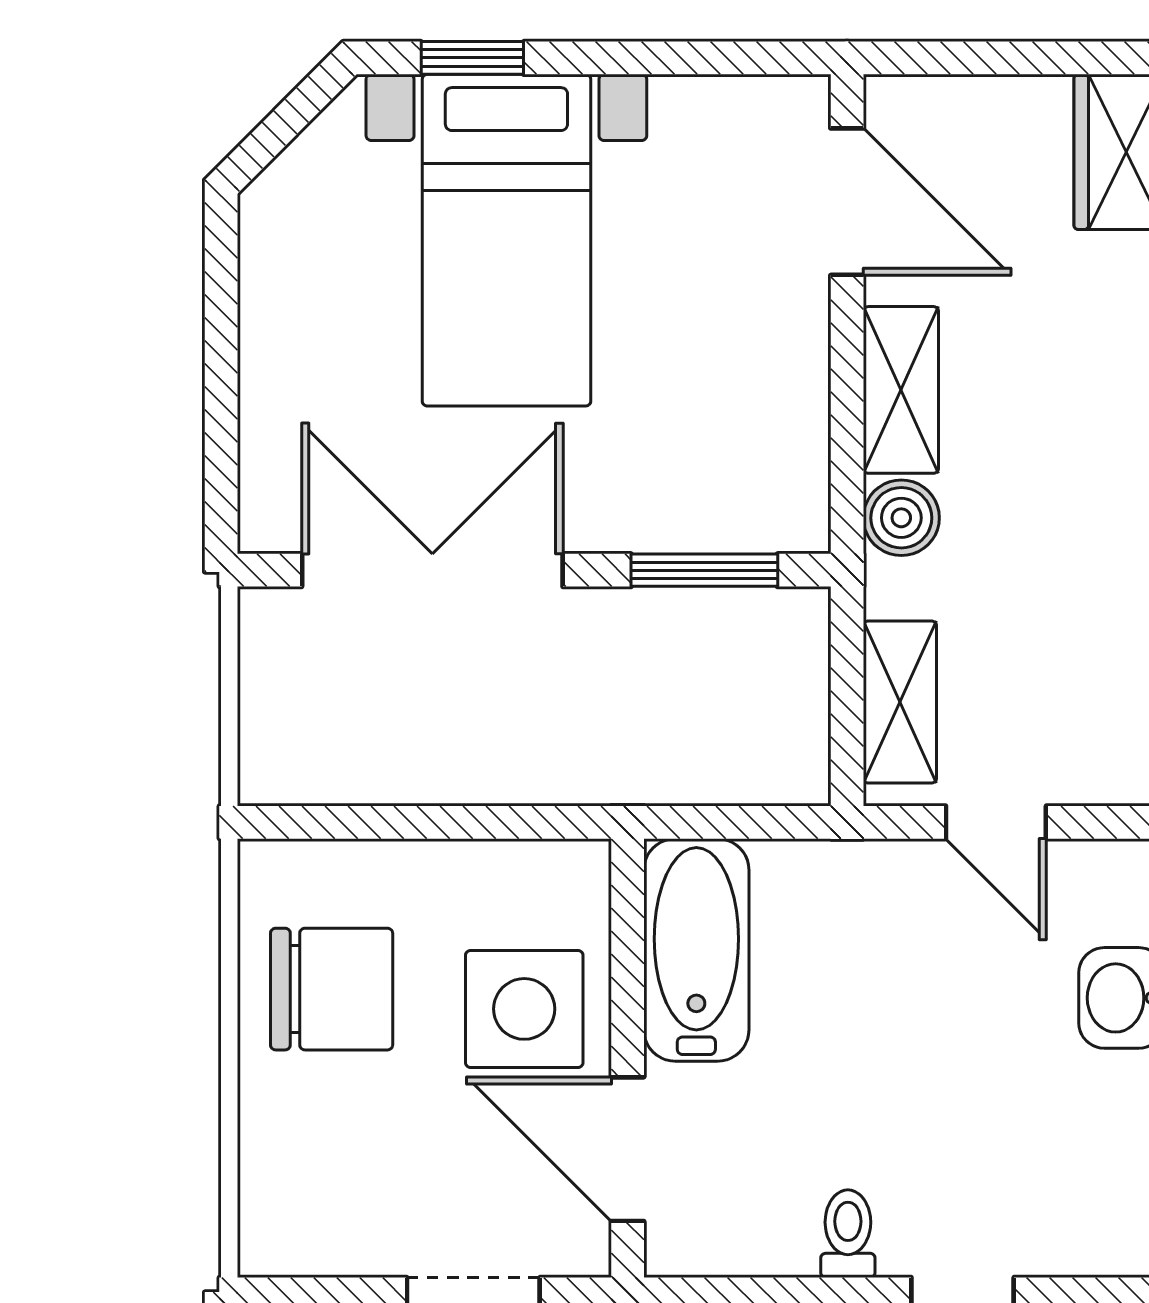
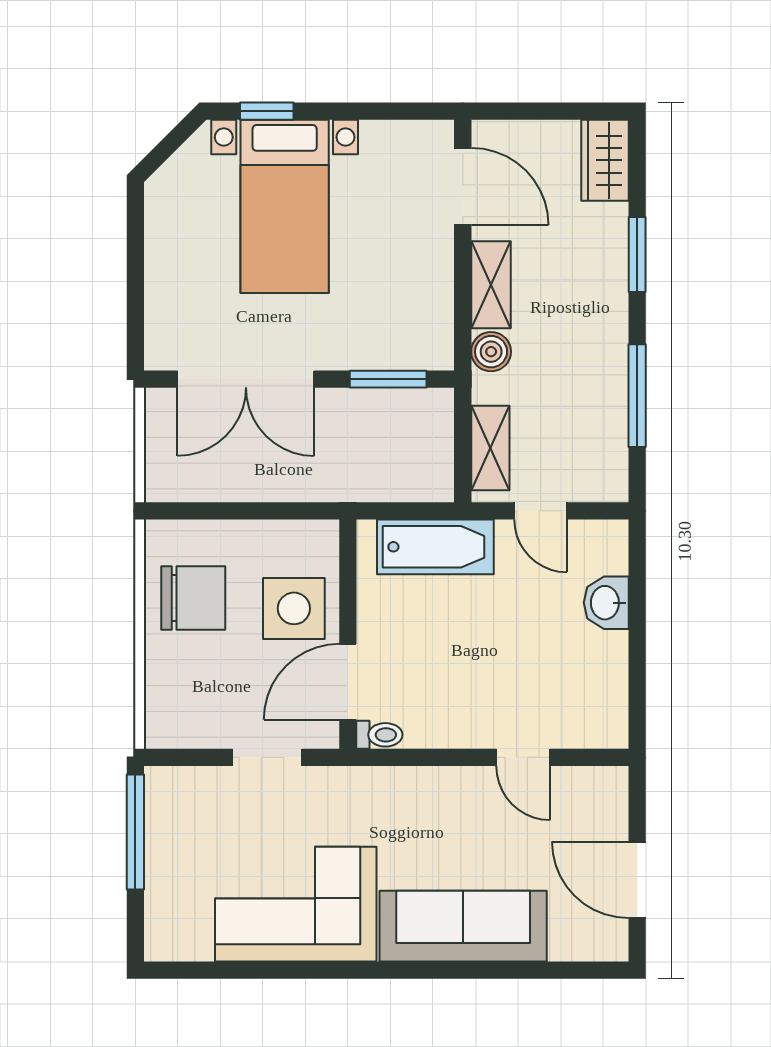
double door: (432, 570) -> (246, 379), swing flipped
bathtub: (696, 950) -> (435, 547), moved, turned 90
door: (628, 1149) -> (348, 682), hinge flipped
toilet: (848, 1234) -> (379, 735), moved, turned 90

